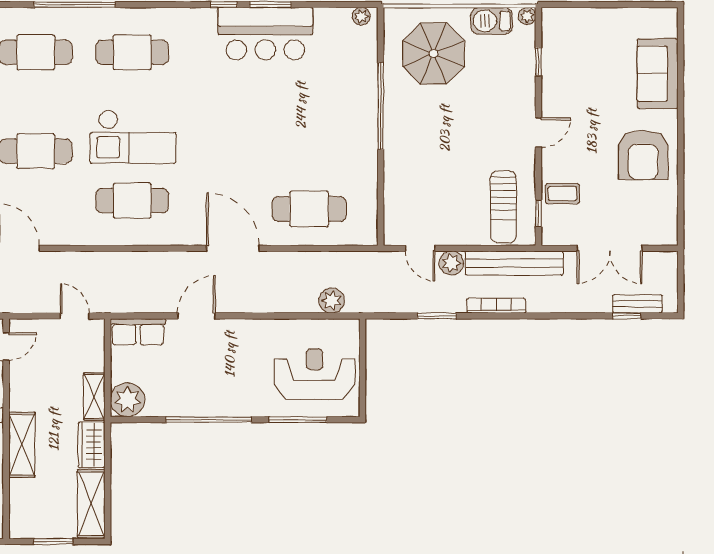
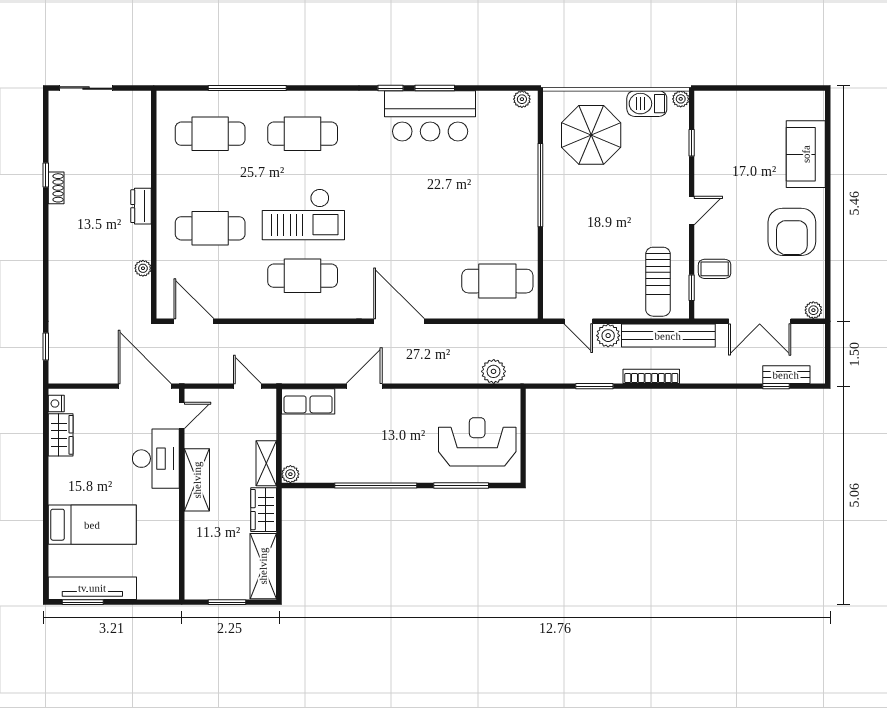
cafe table: (309, 209) -> (497, 281), moved
plant: (666, 237) -> (813, 310), added
plant: (127, 400) -> (290, 474), width x0.53, depth x0.53
shelving: (22, 445) -> (197, 480), moved

